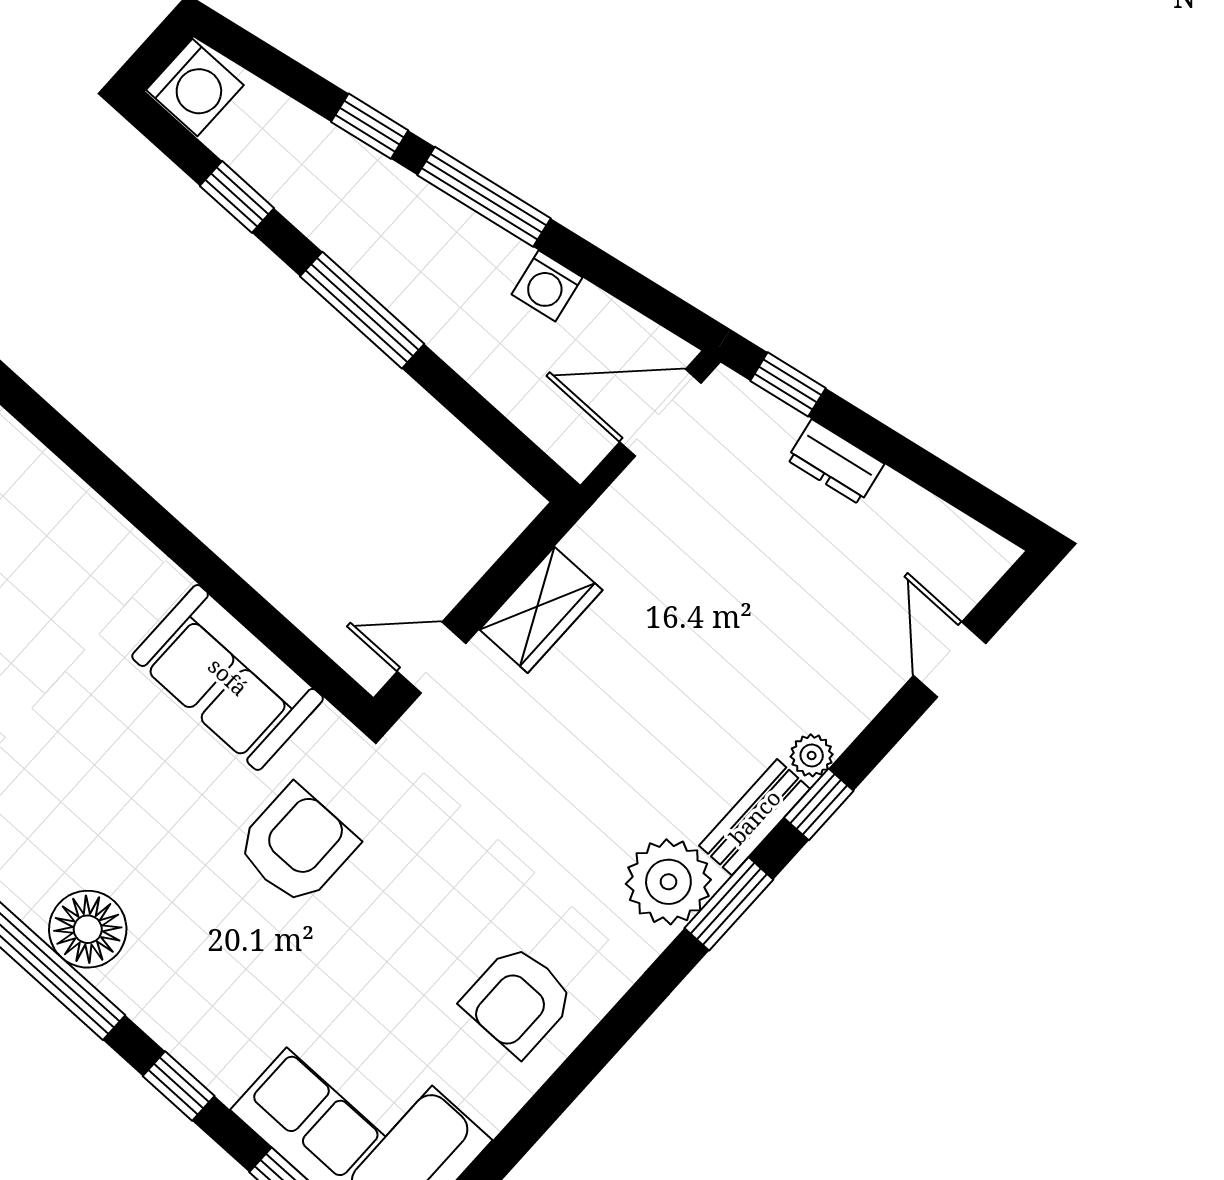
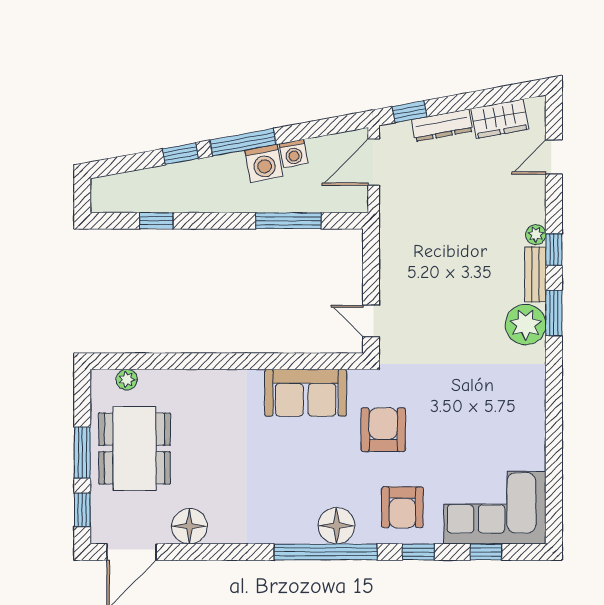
washing machine: (195, 87) -> (264, 163), moved, turned 80
window: (362, 310) -> (288, 221), moved
dresser: (835, 462) -> (442, 125), width x1.44
wardrobe: (541, 610) -> (500, 119), moved, turned 80
door: (432, 658) -> (371, 321), hinge flipped
door: (950, 660) -> (554, 157), hinge flipped
armchair: (518, 1000) -> (402, 507), moved

